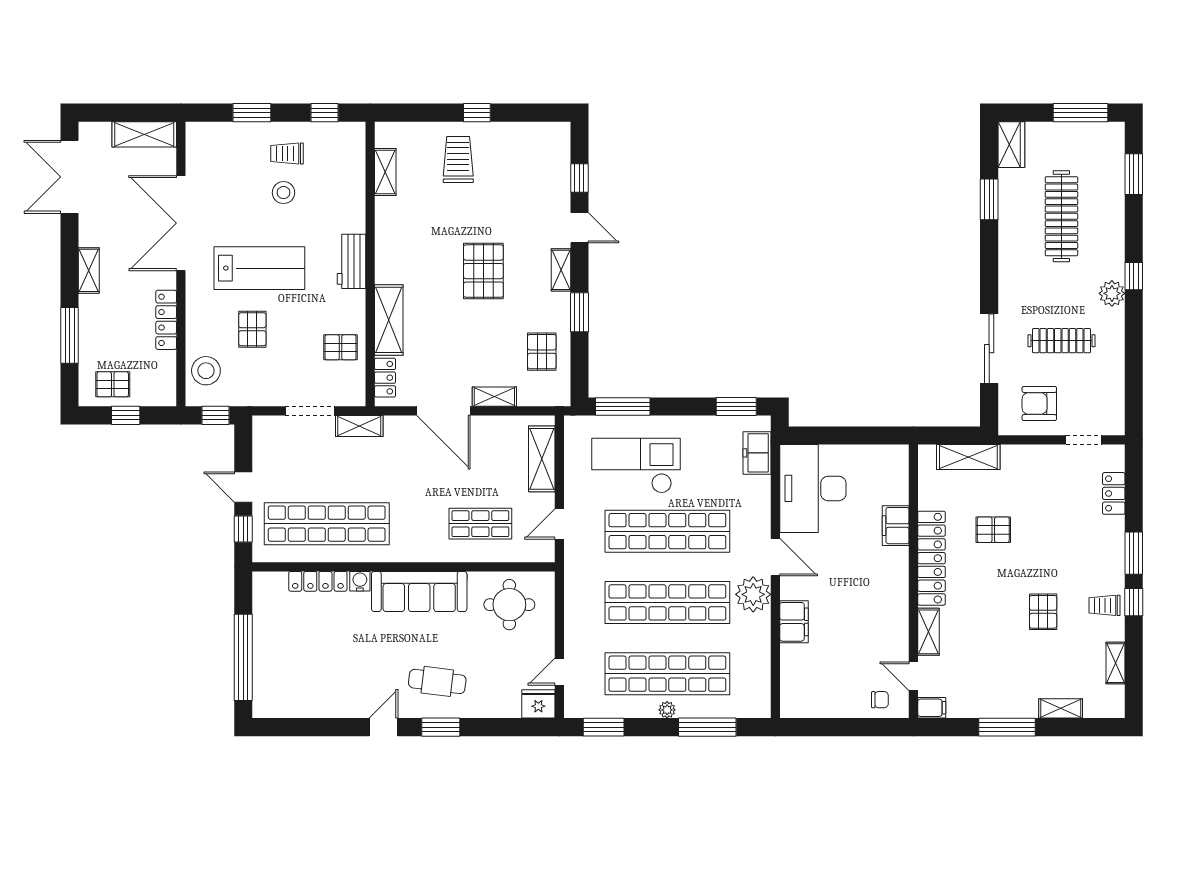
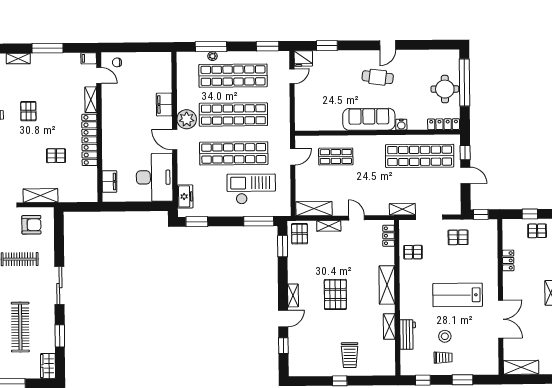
shelving: (385, 172) -> (389, 327), moved
double door: (181, 223) -> (501, 319), width x0.73
door: (579, 228) -> (283, 318), swing flipped
workbench: (352, 261) -> (408, 334), moved
window: (579, 312) -> (283, 246), moved
locker: (166, 320) -> (508, 260), width x0.66
shelving: (389, 320) -> (387, 285), moved
pallet: (252, 329) -> (458, 237), moved, turned 90
sliding door: (989, 349) -> (59, 286), moved
pallet: (542, 352) -> (300, 234), moved
stool: (206, 371) -> (486, 239), removed
door: (443, 411) -> (357, 218), width x0.53
shelving: (968, 457) -> (40, 196), moved
shelving: (542, 459) -> (314, 209), moved, turned 90
checkout: (636, 466) -> (251, 189), turned 180
filing cabinet: (896, 526) -> (109, 182), moved
locker: (318, 581) -> (444, 124), moved
round table: (509, 605) -> (445, 89), moved
cafe table: (437, 681) -> (378, 77), moved
plant: (667, 710) -> (212, 56), moved
window: (441, 727) -> (327, 46), moved

